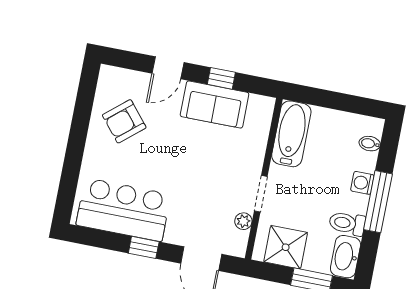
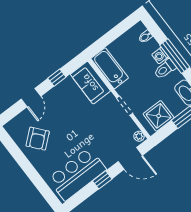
sofa: (215, 104) -> (90, 83), moved, turned 90
plant: (243, 221) -> (139, 136), moved
toilet: (347, 223) -> (165, 69), moved

